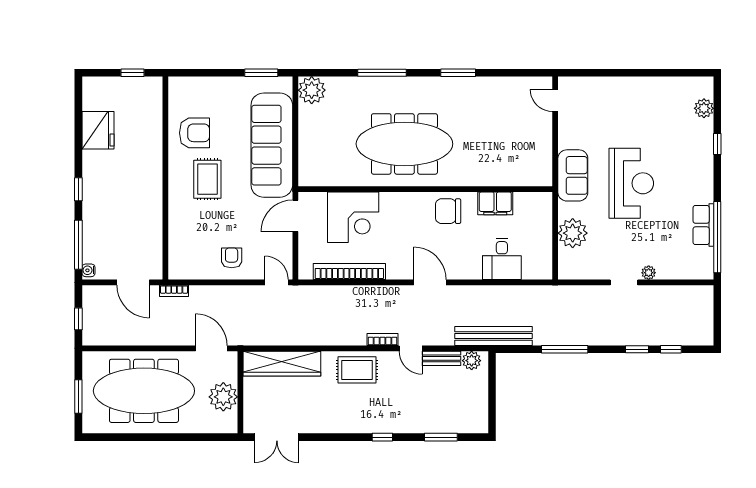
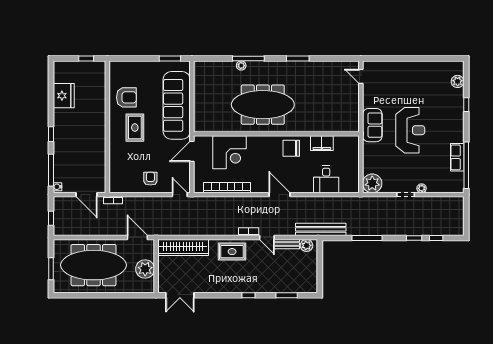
plant: (312, 90) -> (241, 66), moved, width x0.53, depth x0.53
plant: (573, 233) -> (372, 183), moved

